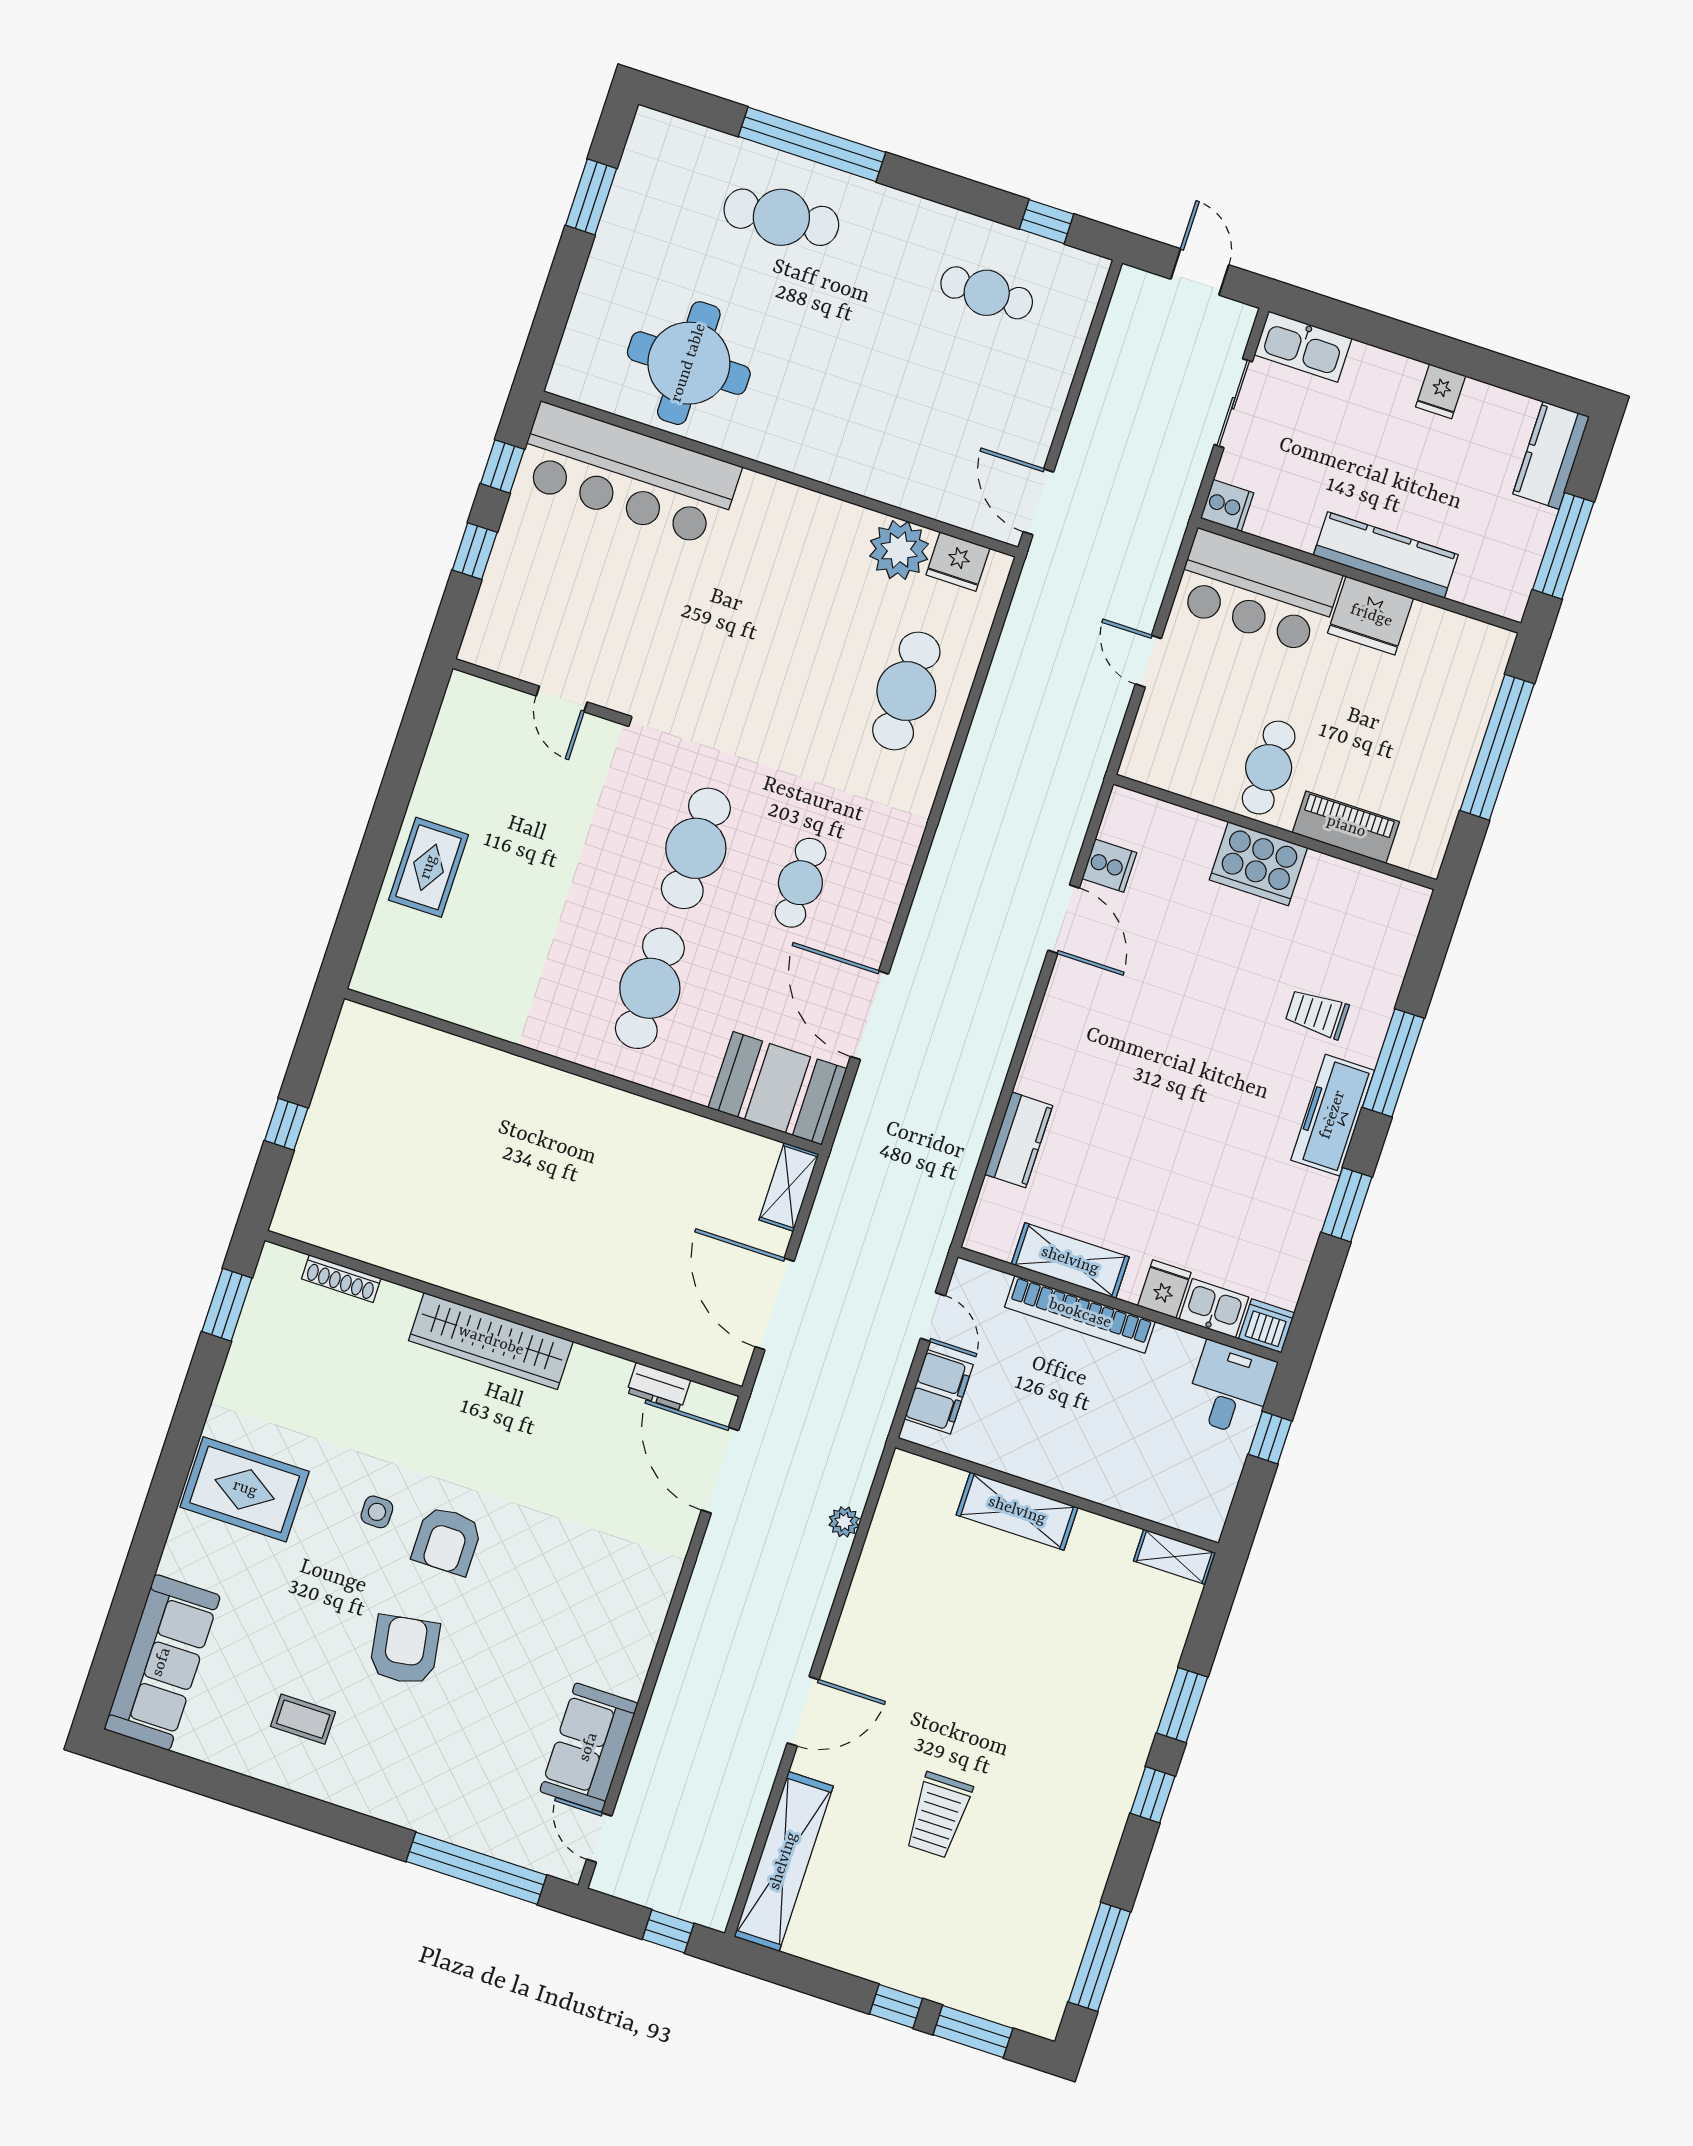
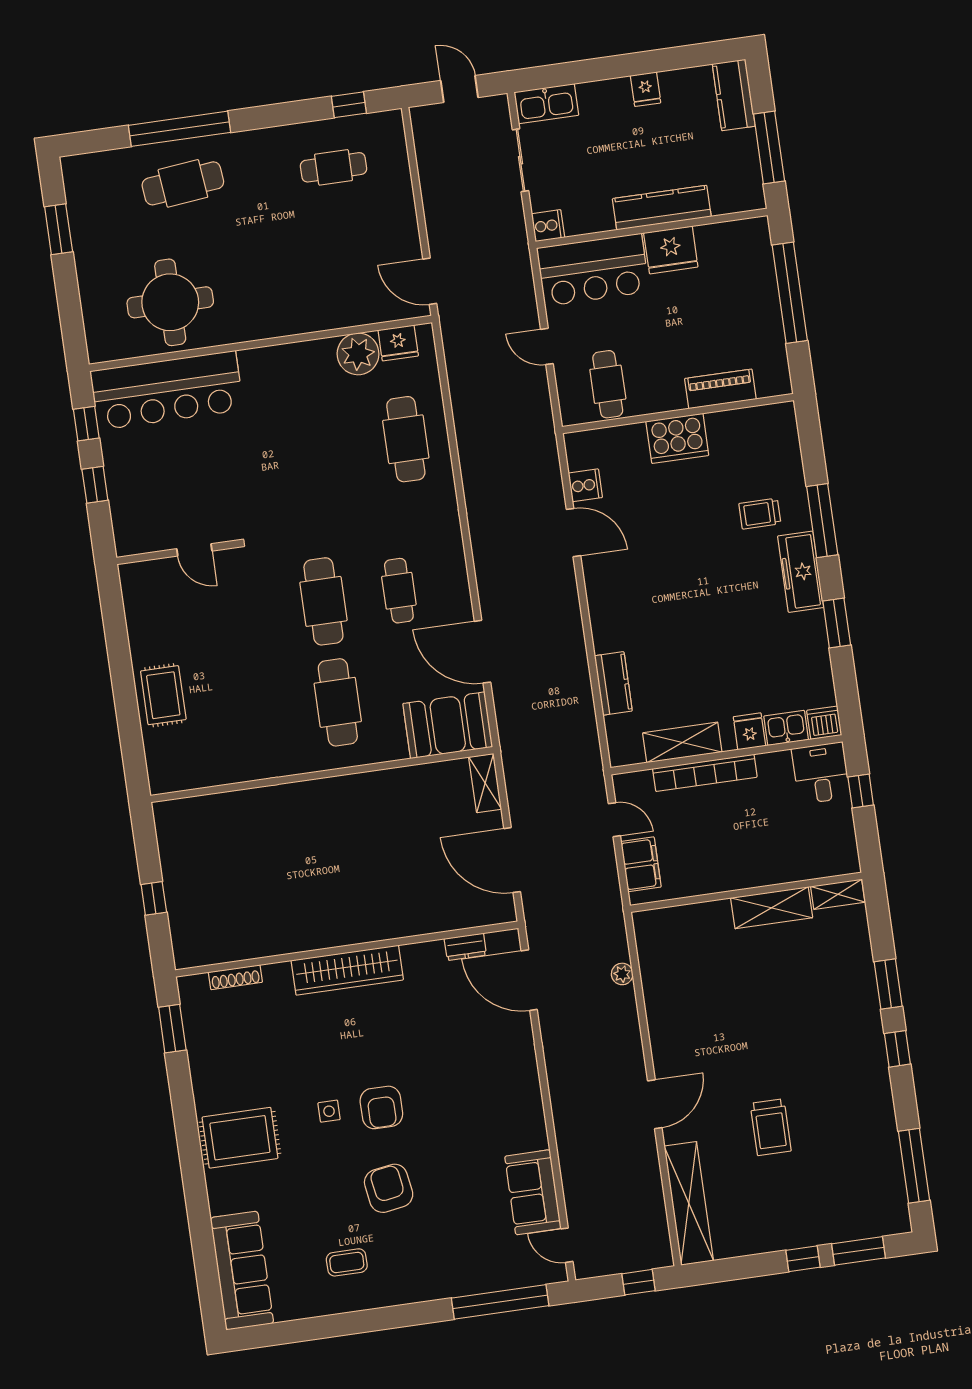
cafe table: (1269, 768) -> (608, 384), moved
shelving: (1017, 1511) -> (772, 908), moved

